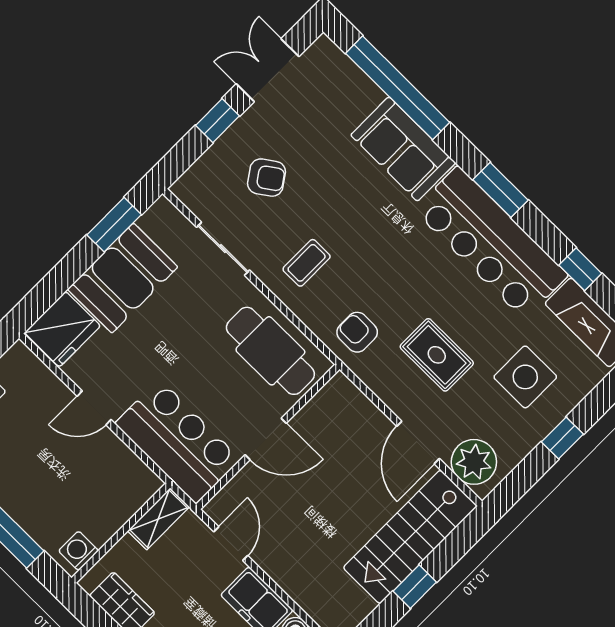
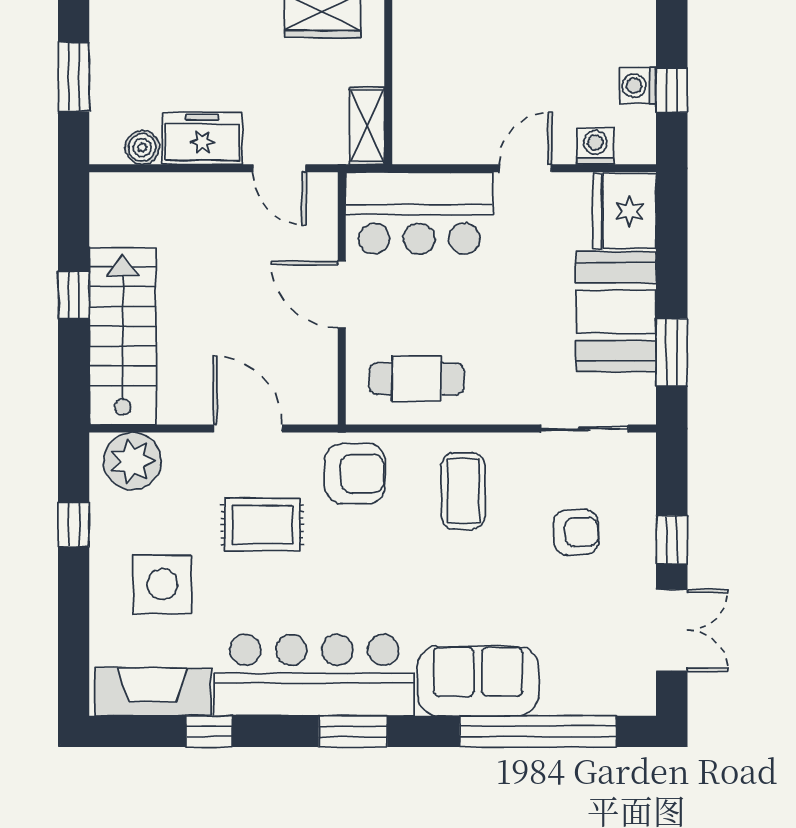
armchair: (267, 178) -> (576, 532), turned -147
sliding door: (223, 249) -> (584, 429), moved
coffee table: (307, 263) -> (463, 491), width x1.36, depth x1.30
armchair: (357, 332) -> (355, 474), width x1.38, depth x1.38
cafe table: (270, 351) -> (417, 379), width x0.73, depth x0.74
window: (562, 438) -> (74, 524), moved
door: (266, 439) -> (342, 294), hinge flipped
door: (418, 442) -> (248, 429), moved
washing machine: (79, 551) -> (595, 146), moved, turned -90

